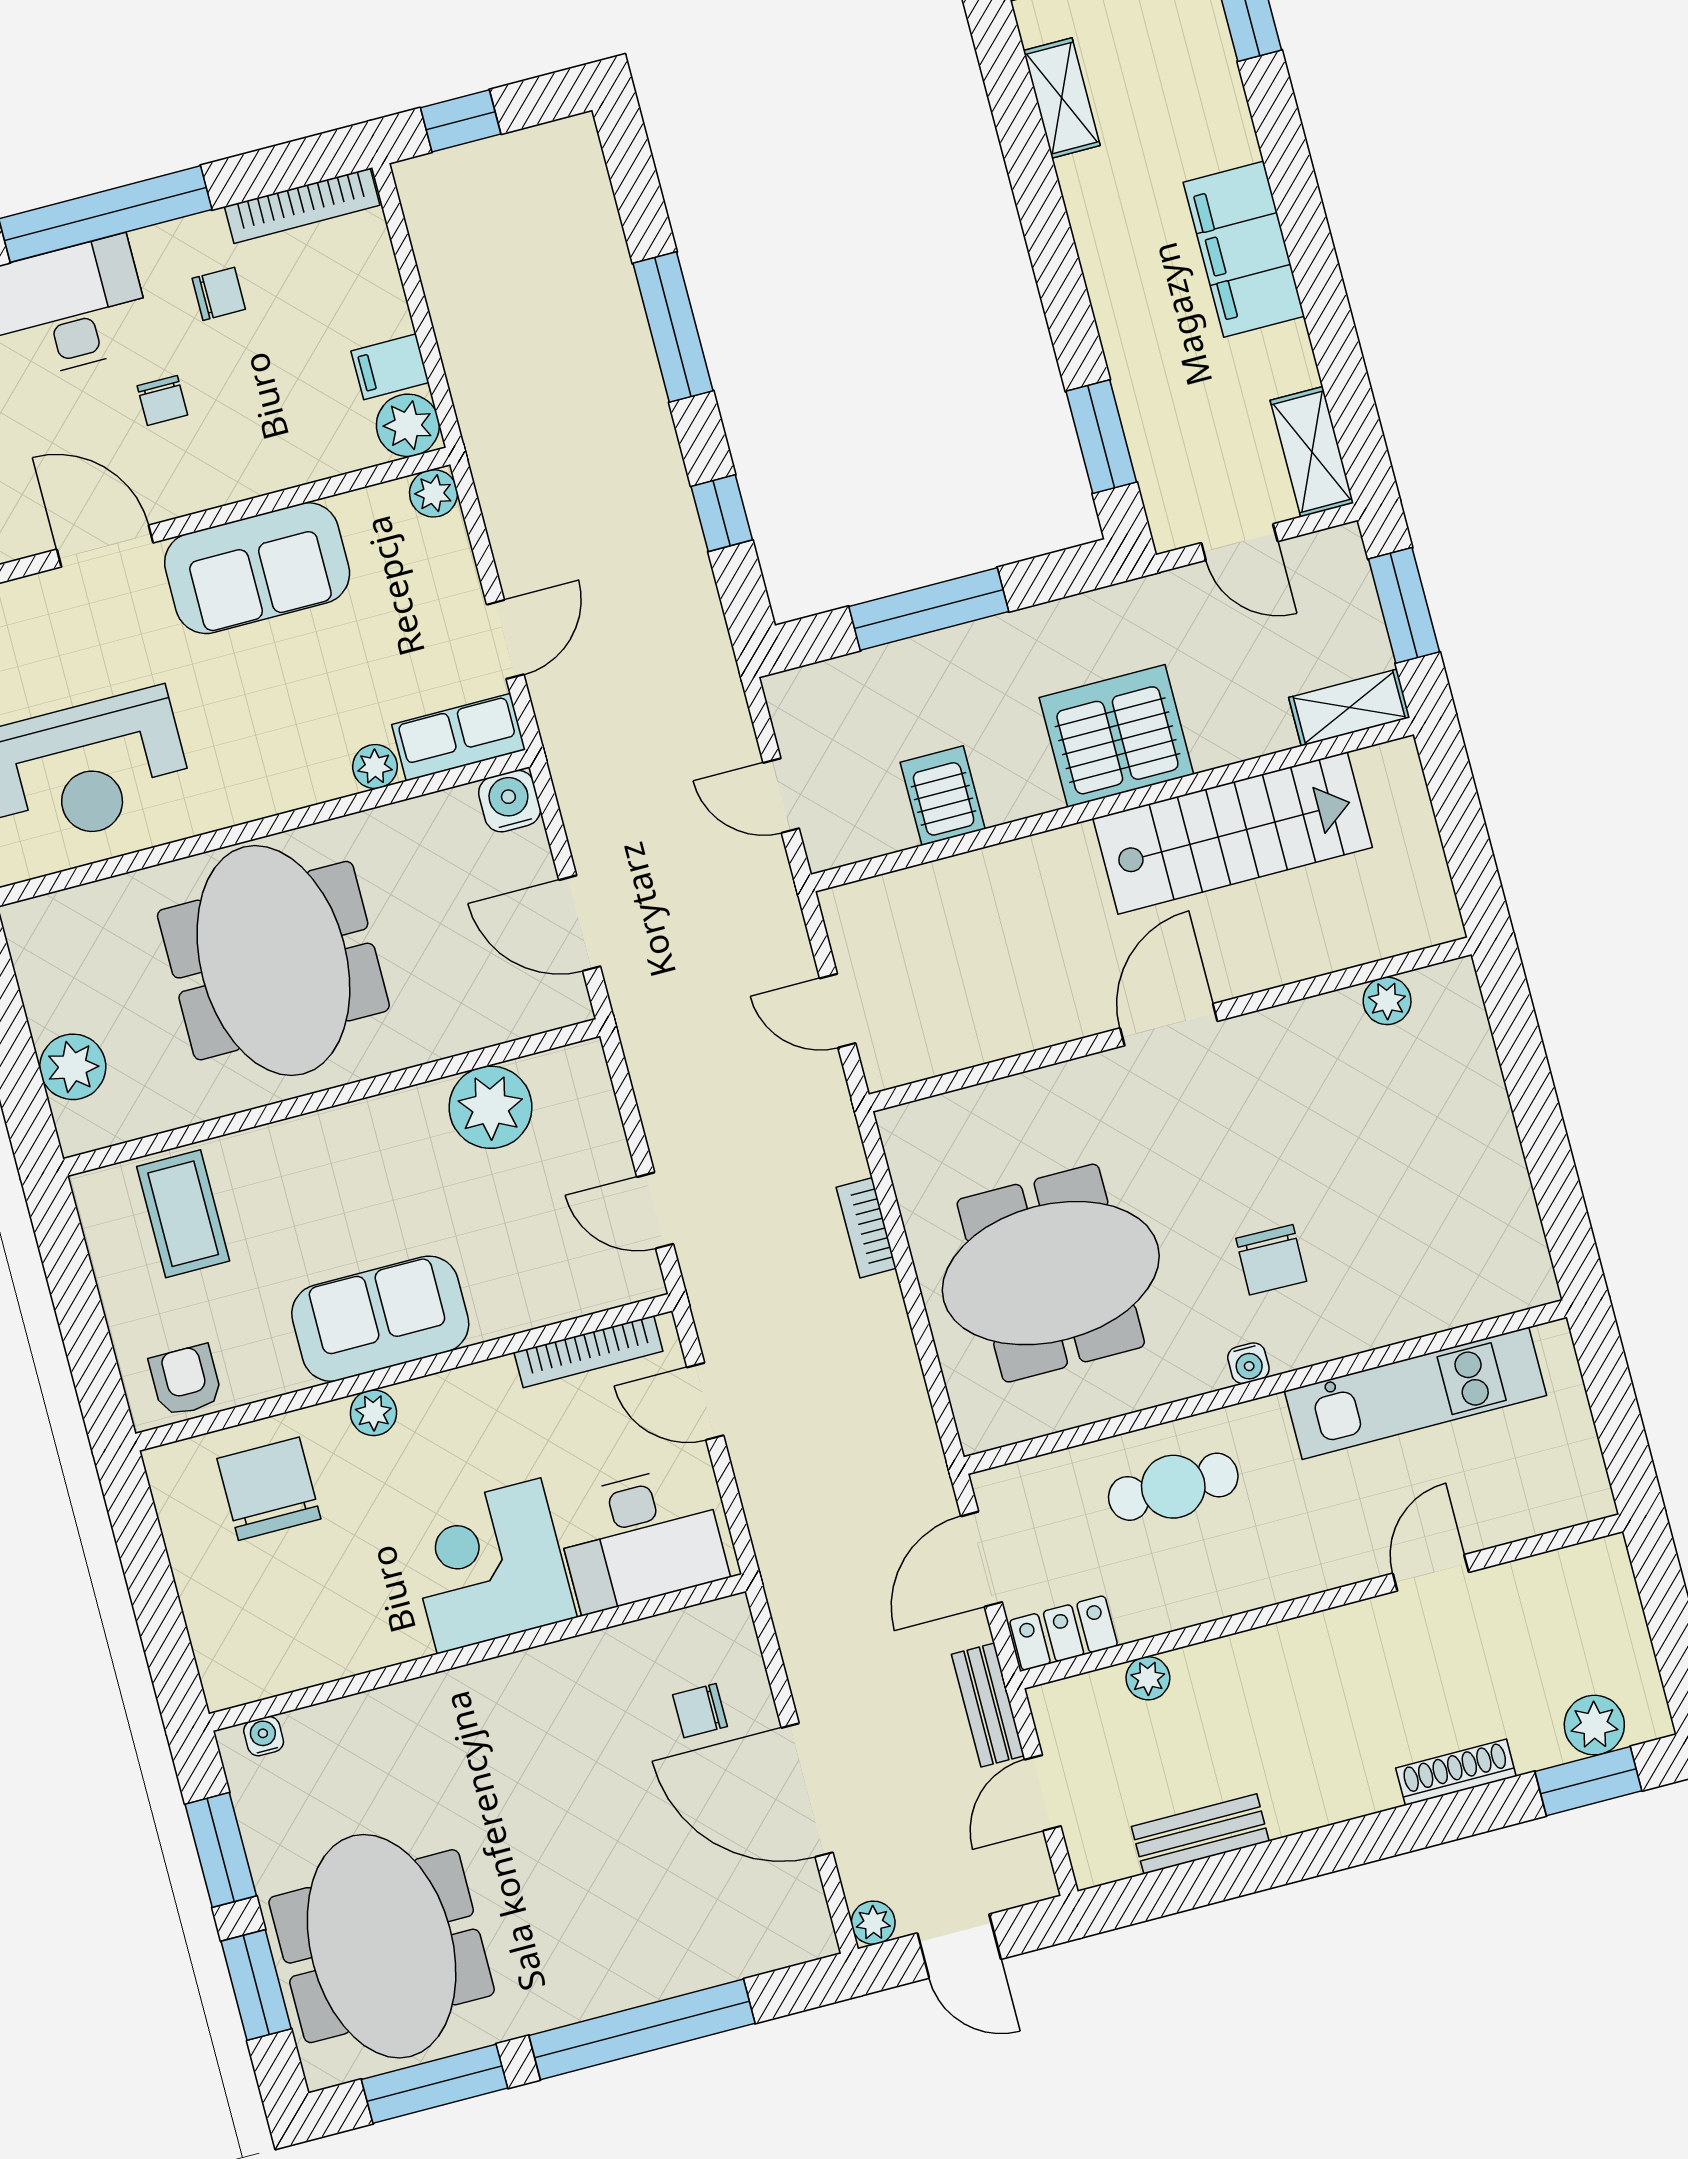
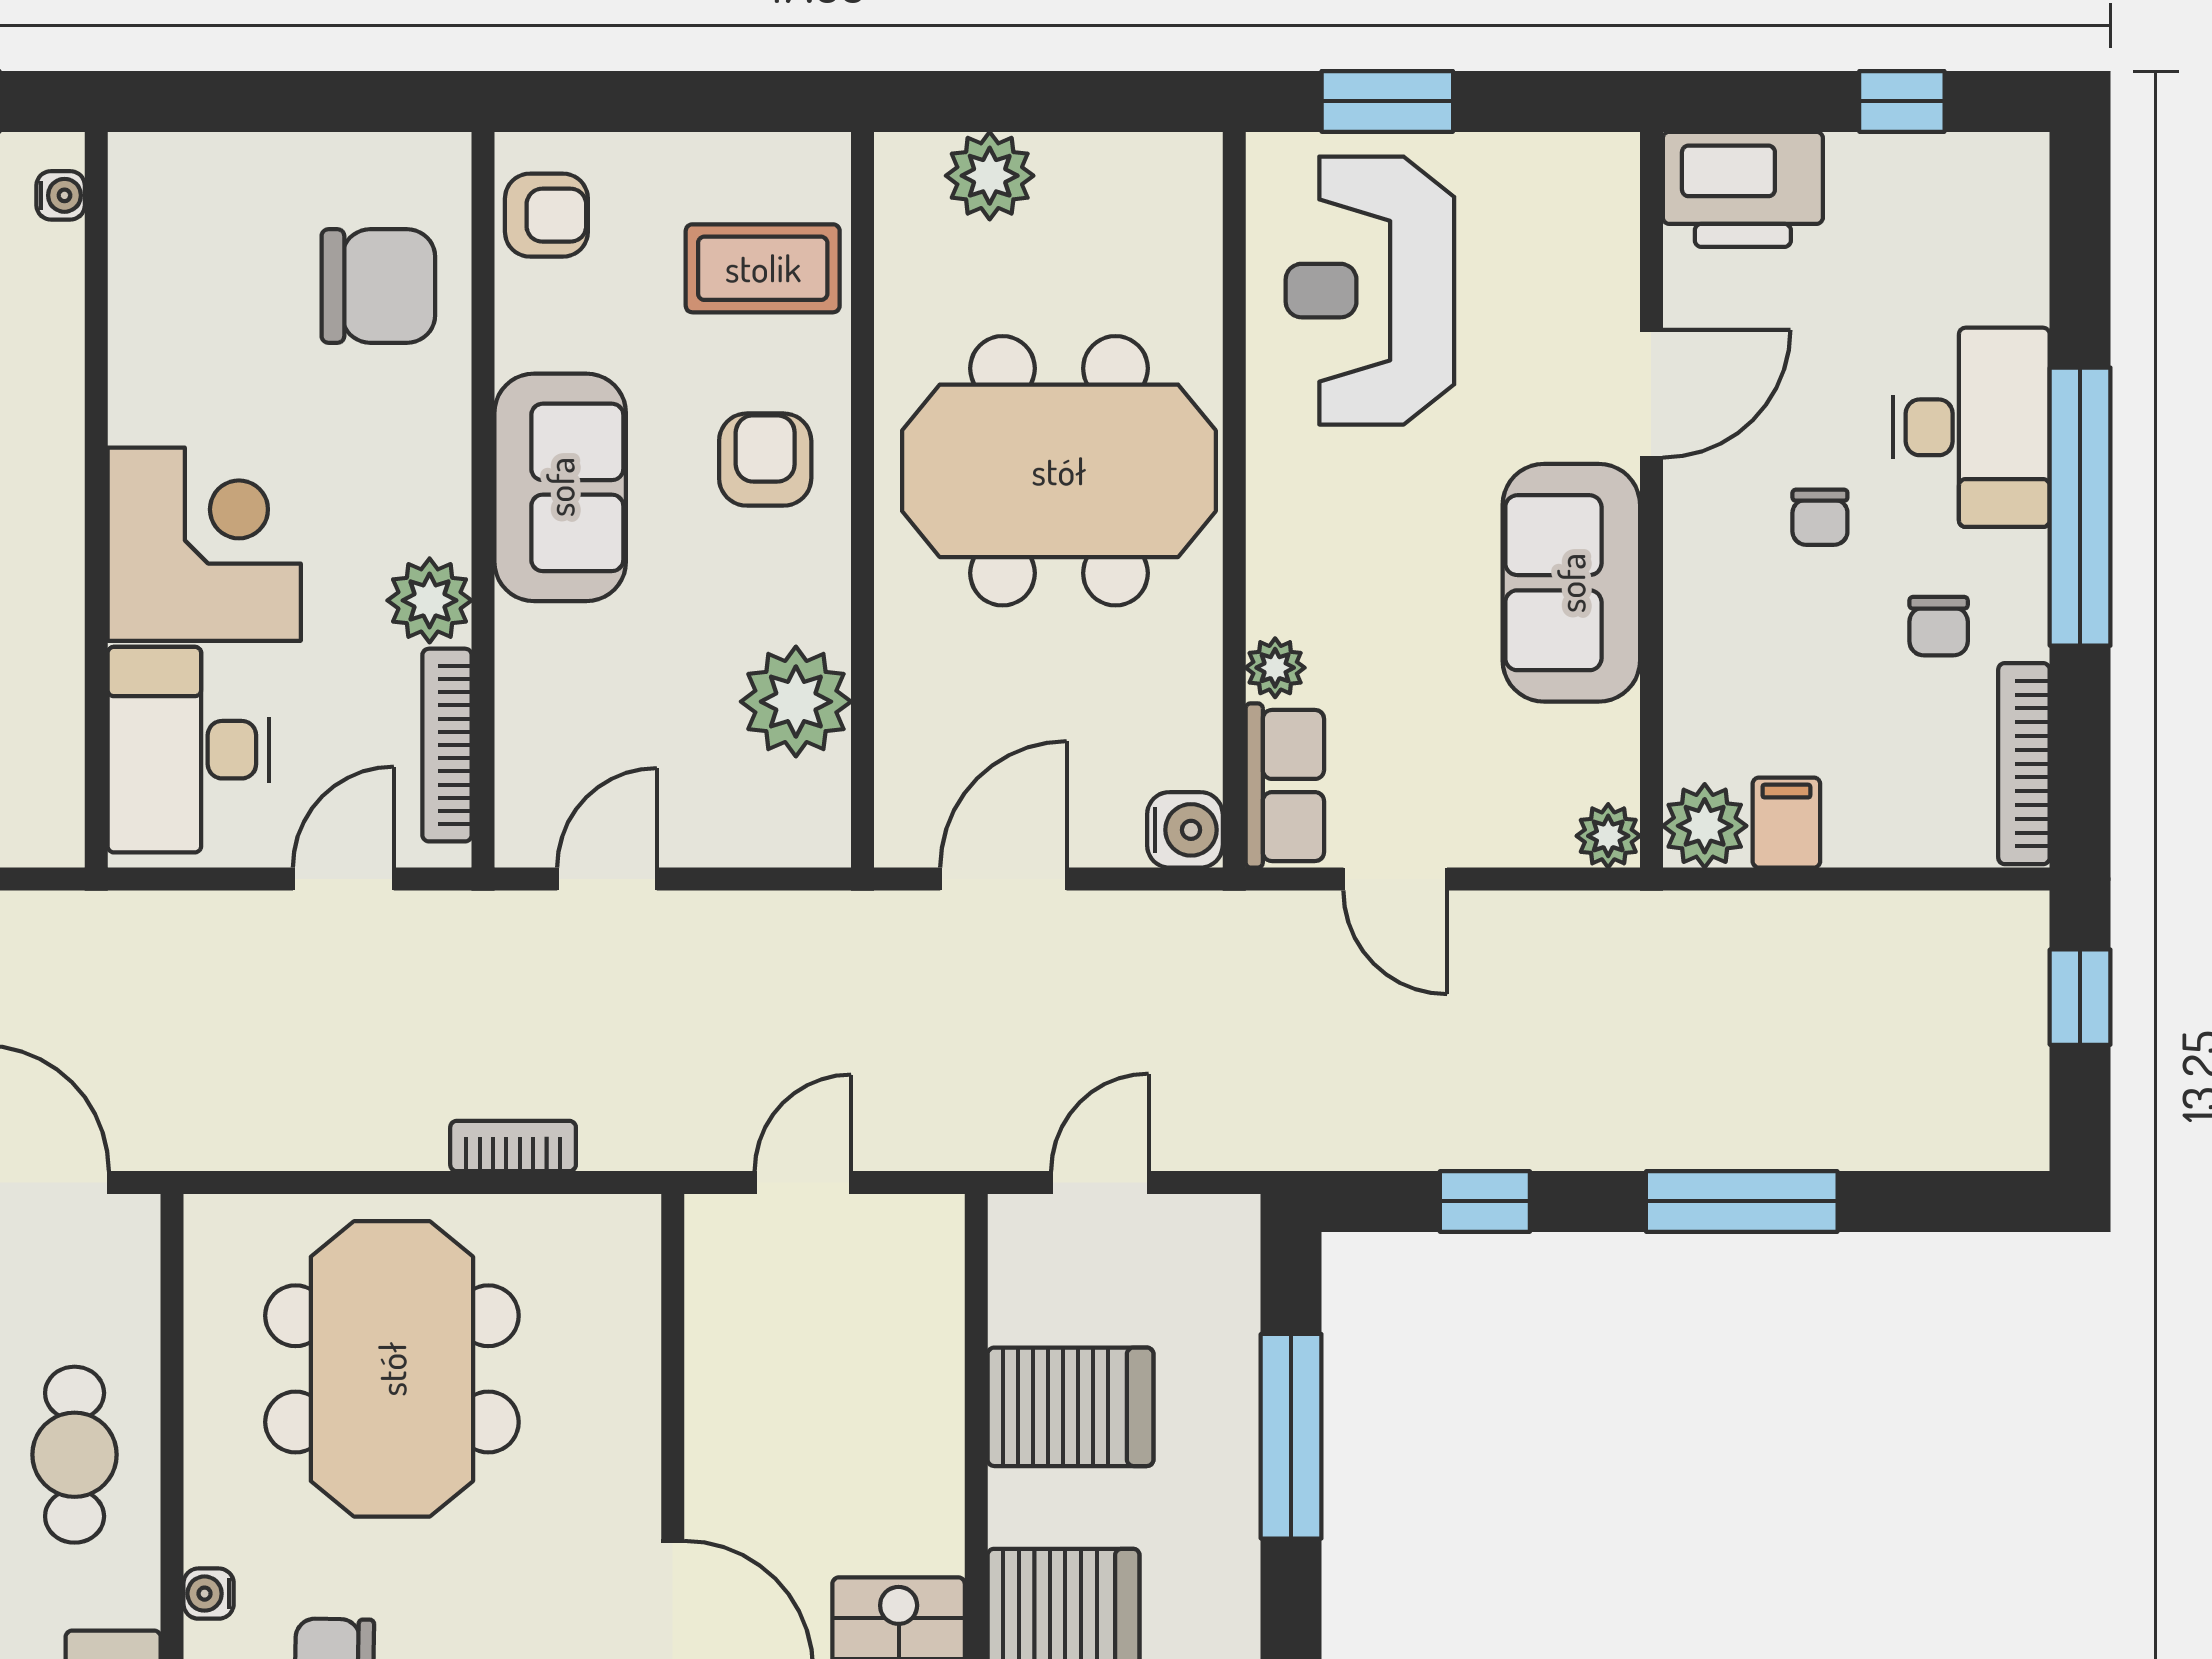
chair: (162, 400) -> (1820, 517), turned -90
server rack: (943, 796) -> (1070, 1407), width x1.36, depth x1.44
armchair: (321, 1176) -> (765, 460), added
plant: (373, 1413) -> (430, 600), moved, width x1.38, depth x1.38

